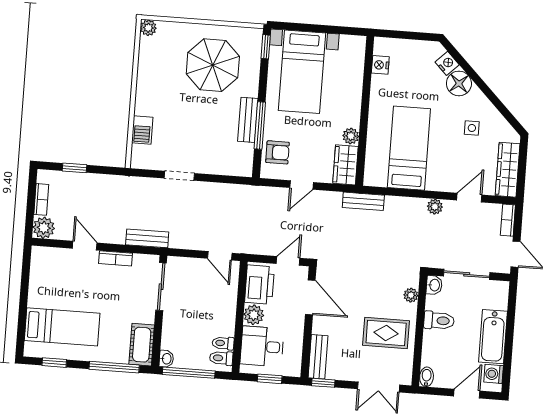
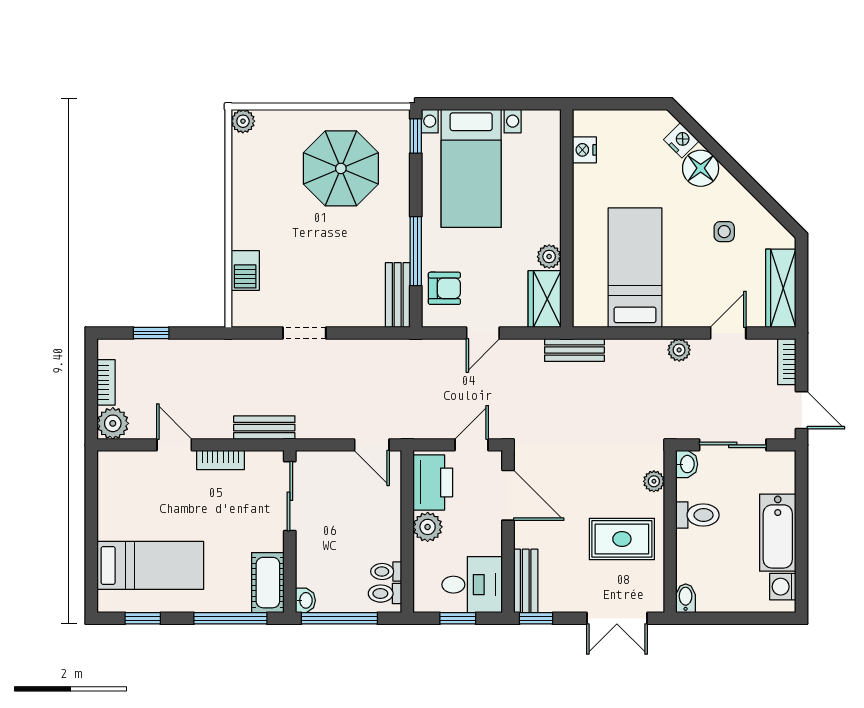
bench: (248, 120) -> (398, 295), moved
desk: (262, 346) -> (472, 585), moved, turned 180
door: (467, 394) -> (746, 618), removed

